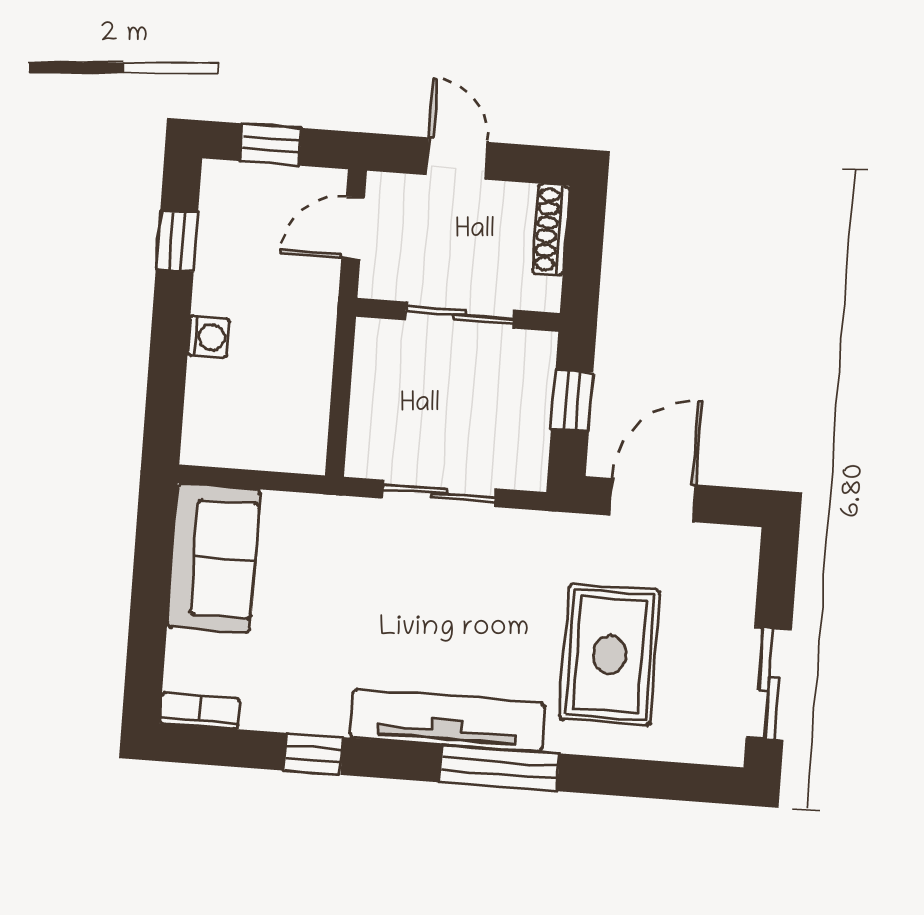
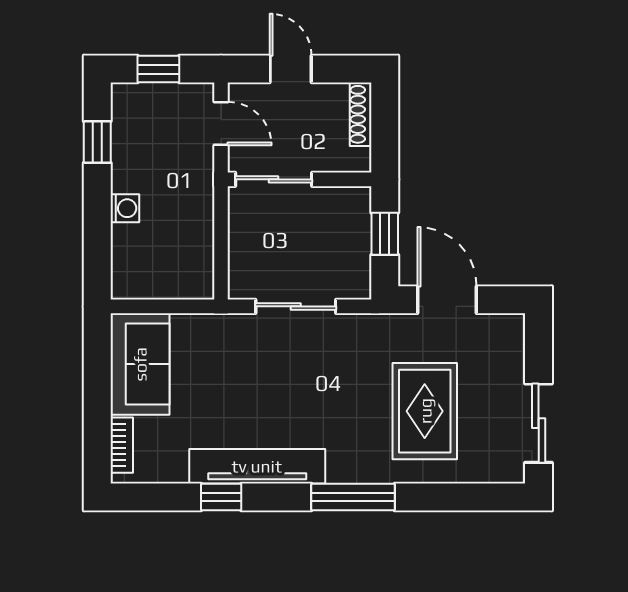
door: (353, 228) -> (221, 124), swing flipped
sliding door: (460, 315) -> (274, 179), moved
door: (653, 500) -> (447, 300), hinge flipped
bookcase: (200, 711) -> (122, 445), moved, turned 90
tv unit: (448, 720) -> (257, 466), moved

